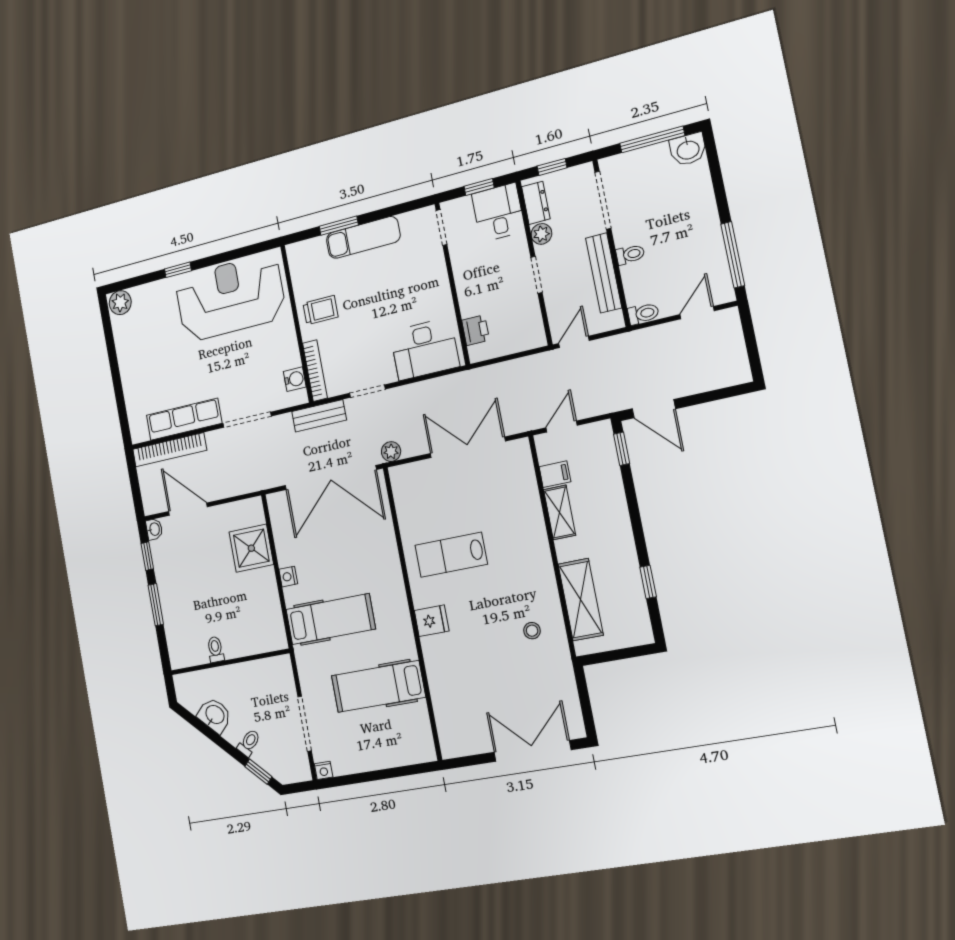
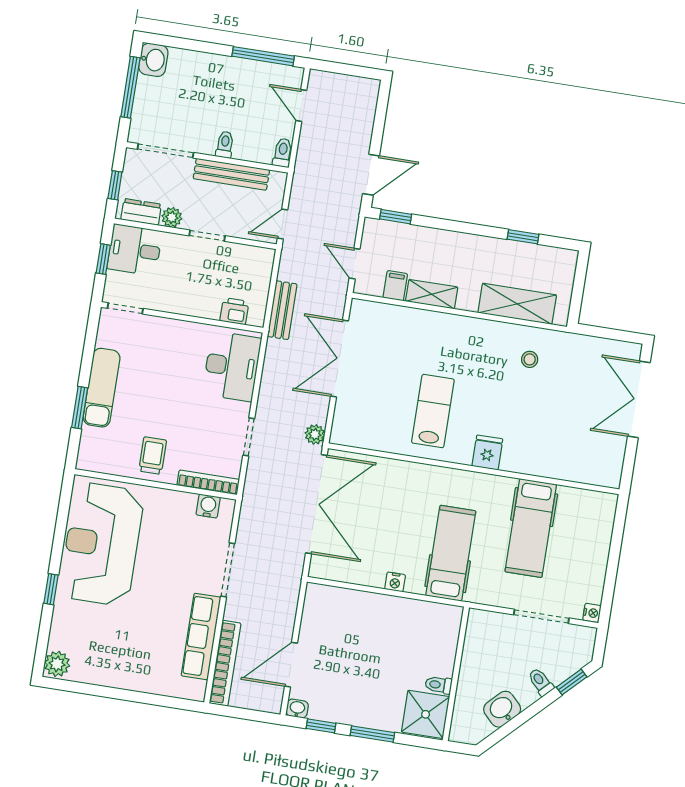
door: (574, 342) -> (282, 224), hinge flipped
bench: (319, 416) -> (282, 310), moved
shower: (251, 548) -> (426, 714), moved
lab bench: (451, 555) -> (433, 411), turned 180

